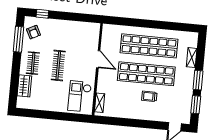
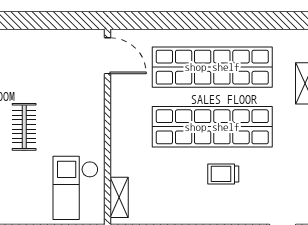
door: (98, 59) -> (108, 56), moved
clothes rail: (58, 65) -> (24, 127), width x0.73

